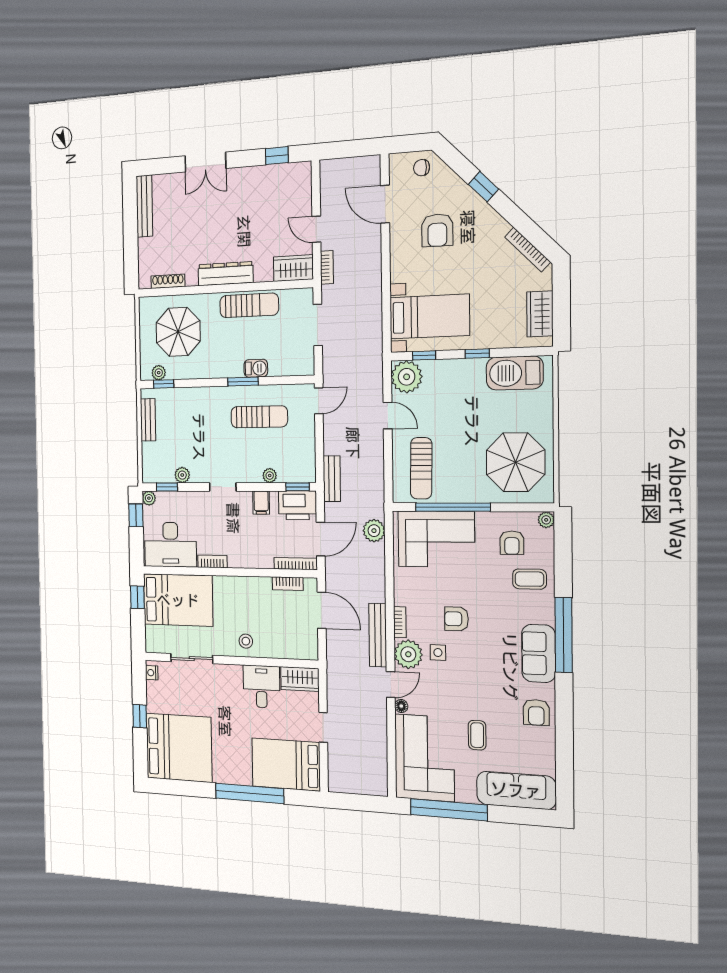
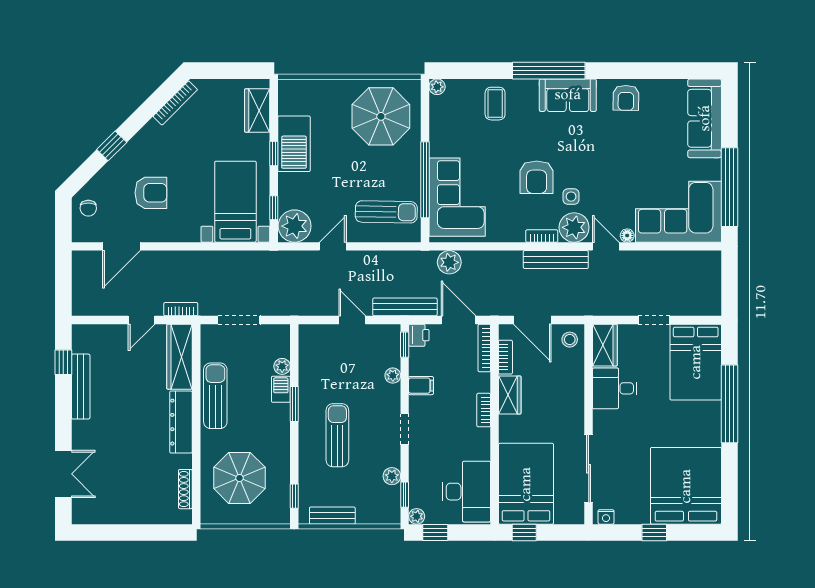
double door: (205, 162) -> (63, 474), moved
bench: (144, 206) -> (81, 387), moved, turned 90
wardrobe: (293, 268) -> (179, 357), width x1.50
wardrobe: (540, 314) -> (257, 111), moved, turned 90
plant: (159, 373) -> (282, 366), moved
barbecue: (515, 373) -> (294, 144), moved
door: (319, 401) -> (352, 320), moved
sun lounger: (259, 417) -> (337, 435), moved
bench: (332, 479) -> (405, 307), width x1.36
printer: (298, 505) -> (419, 335), width x0.53, depth x0.68
armchair: (512, 543) -> (460, 121), removed
bookcase: (212, 561) -> (484, 410), moved
wardrobe: (254, 587) -> (510, 395), added
door: (322, 610) -> (532, 320), swing flipped
armchair: (456, 619) -> (537, 177), width x1.38, depth x1.38
stool: (246, 641) -> (570, 340), moved
sliding door: (192, 659) -> (589, 469), width x1.37
armchair: (536, 712) -> (626, 98), turned 91
coffee table: (477, 735) -> (652, 157), removed

